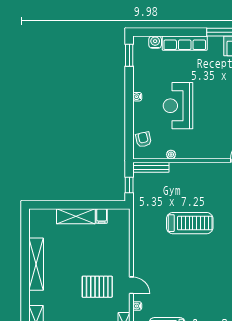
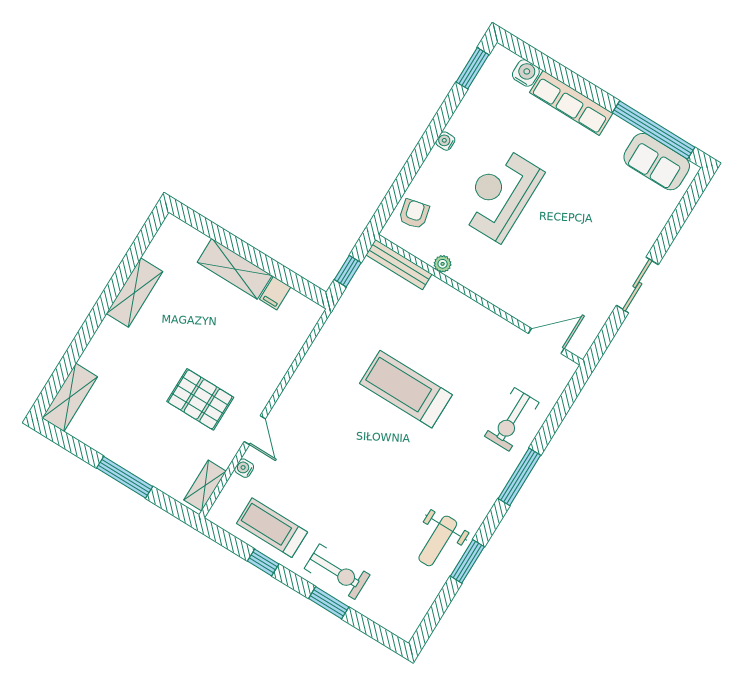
treadmill: (190, 223) -> (406, 389), turned 180
shelving: (36, 264) -> (135, 292), width x0.68

